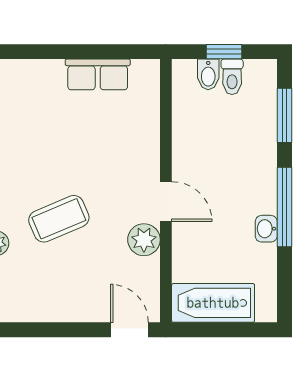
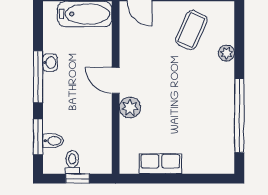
bidet: (208, 74) -> (53, 141), moved, turned 90
coffee table: (59, 219) -> (191, 30), moved, turned -43
plant: (144, 240) -> (130, 108), moved

